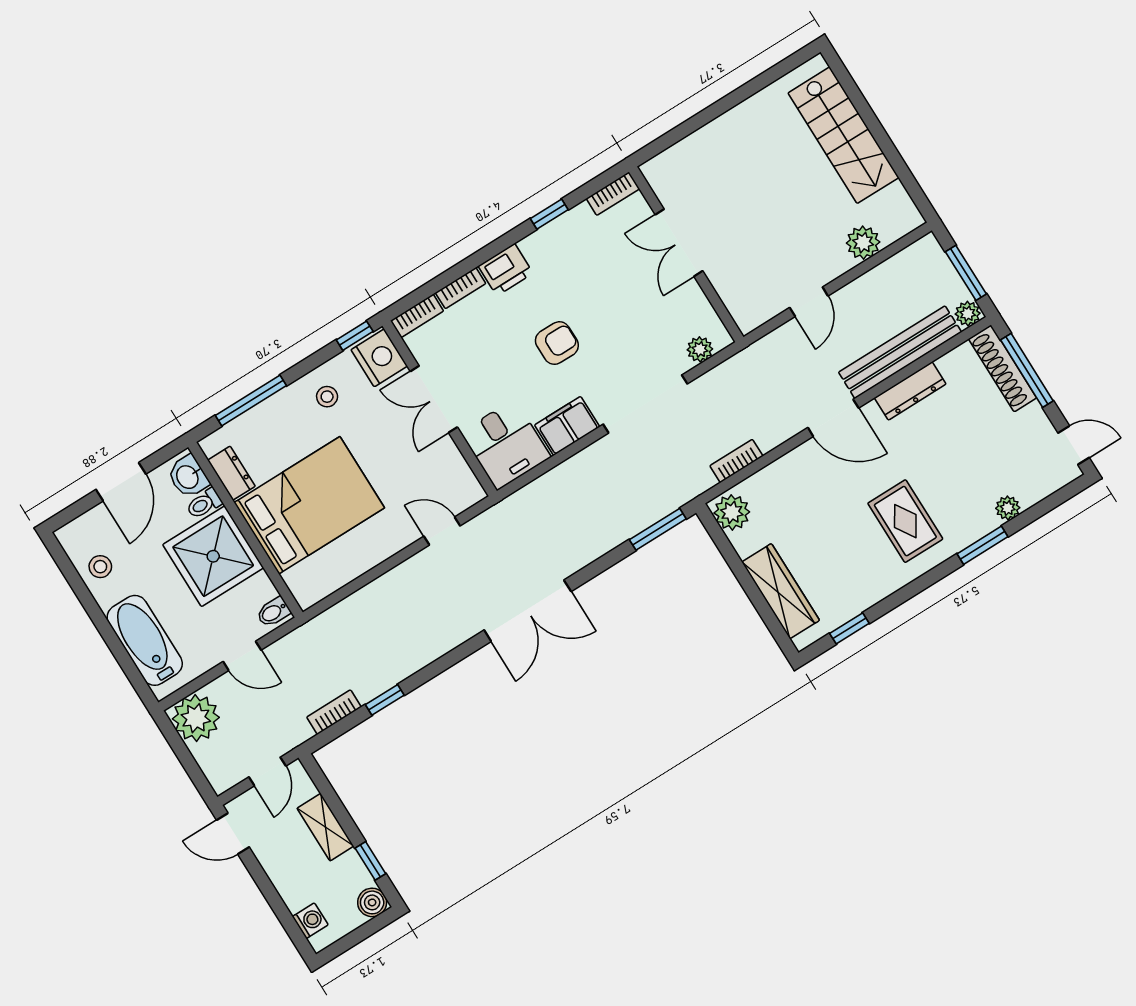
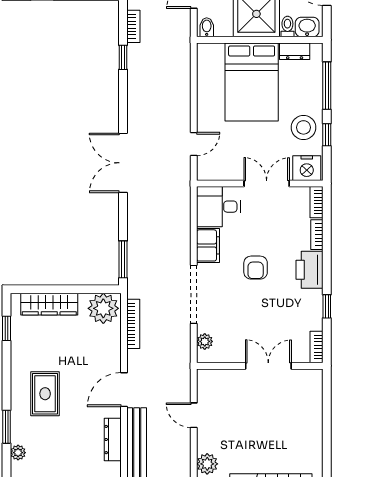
printer: (506, 270) -> (309, 270), width x1.37, depth x1.19
window: (355, 336) -> (327, 135), moved
stool: (327, 397) -> (303, 127), width x1.89, depth x1.89
bookcase: (736, 461) -> (133, 324), width x1.56
plant: (732, 512) -> (103, 308), width x1.36, depth x1.36
rug: (905, 521) -> (45, 394), turned 90

